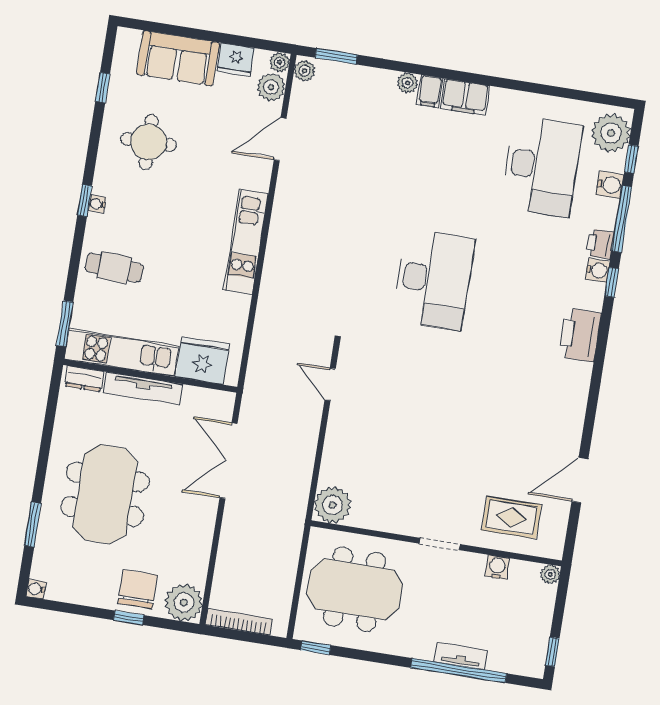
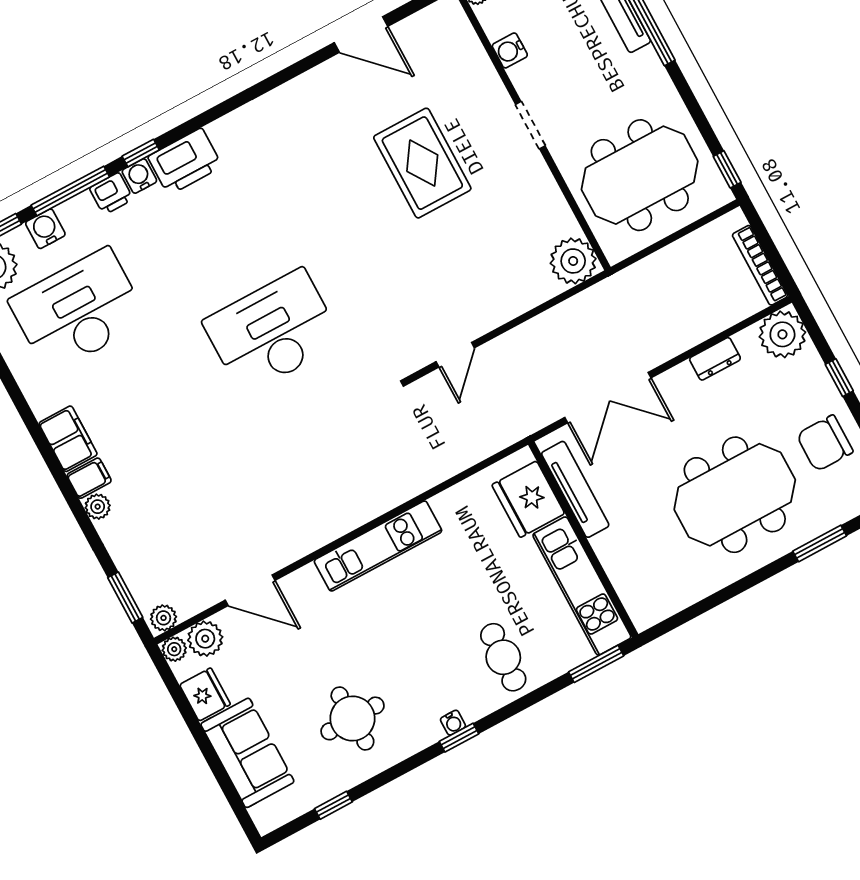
printer: (580, 335) -> (185, 162), moved
dresser: (84, 379) -> (715, 359), moved, turned 90
tv unit: (143, 388) -> (575, 489), moved
rug: (511, 517) -> (422, 163), moved, width x1.36, depth x1.43
chair: (138, 589) -> (825, 443), moved
meeting table: (355, 589) -> (640, 175), turned 90

